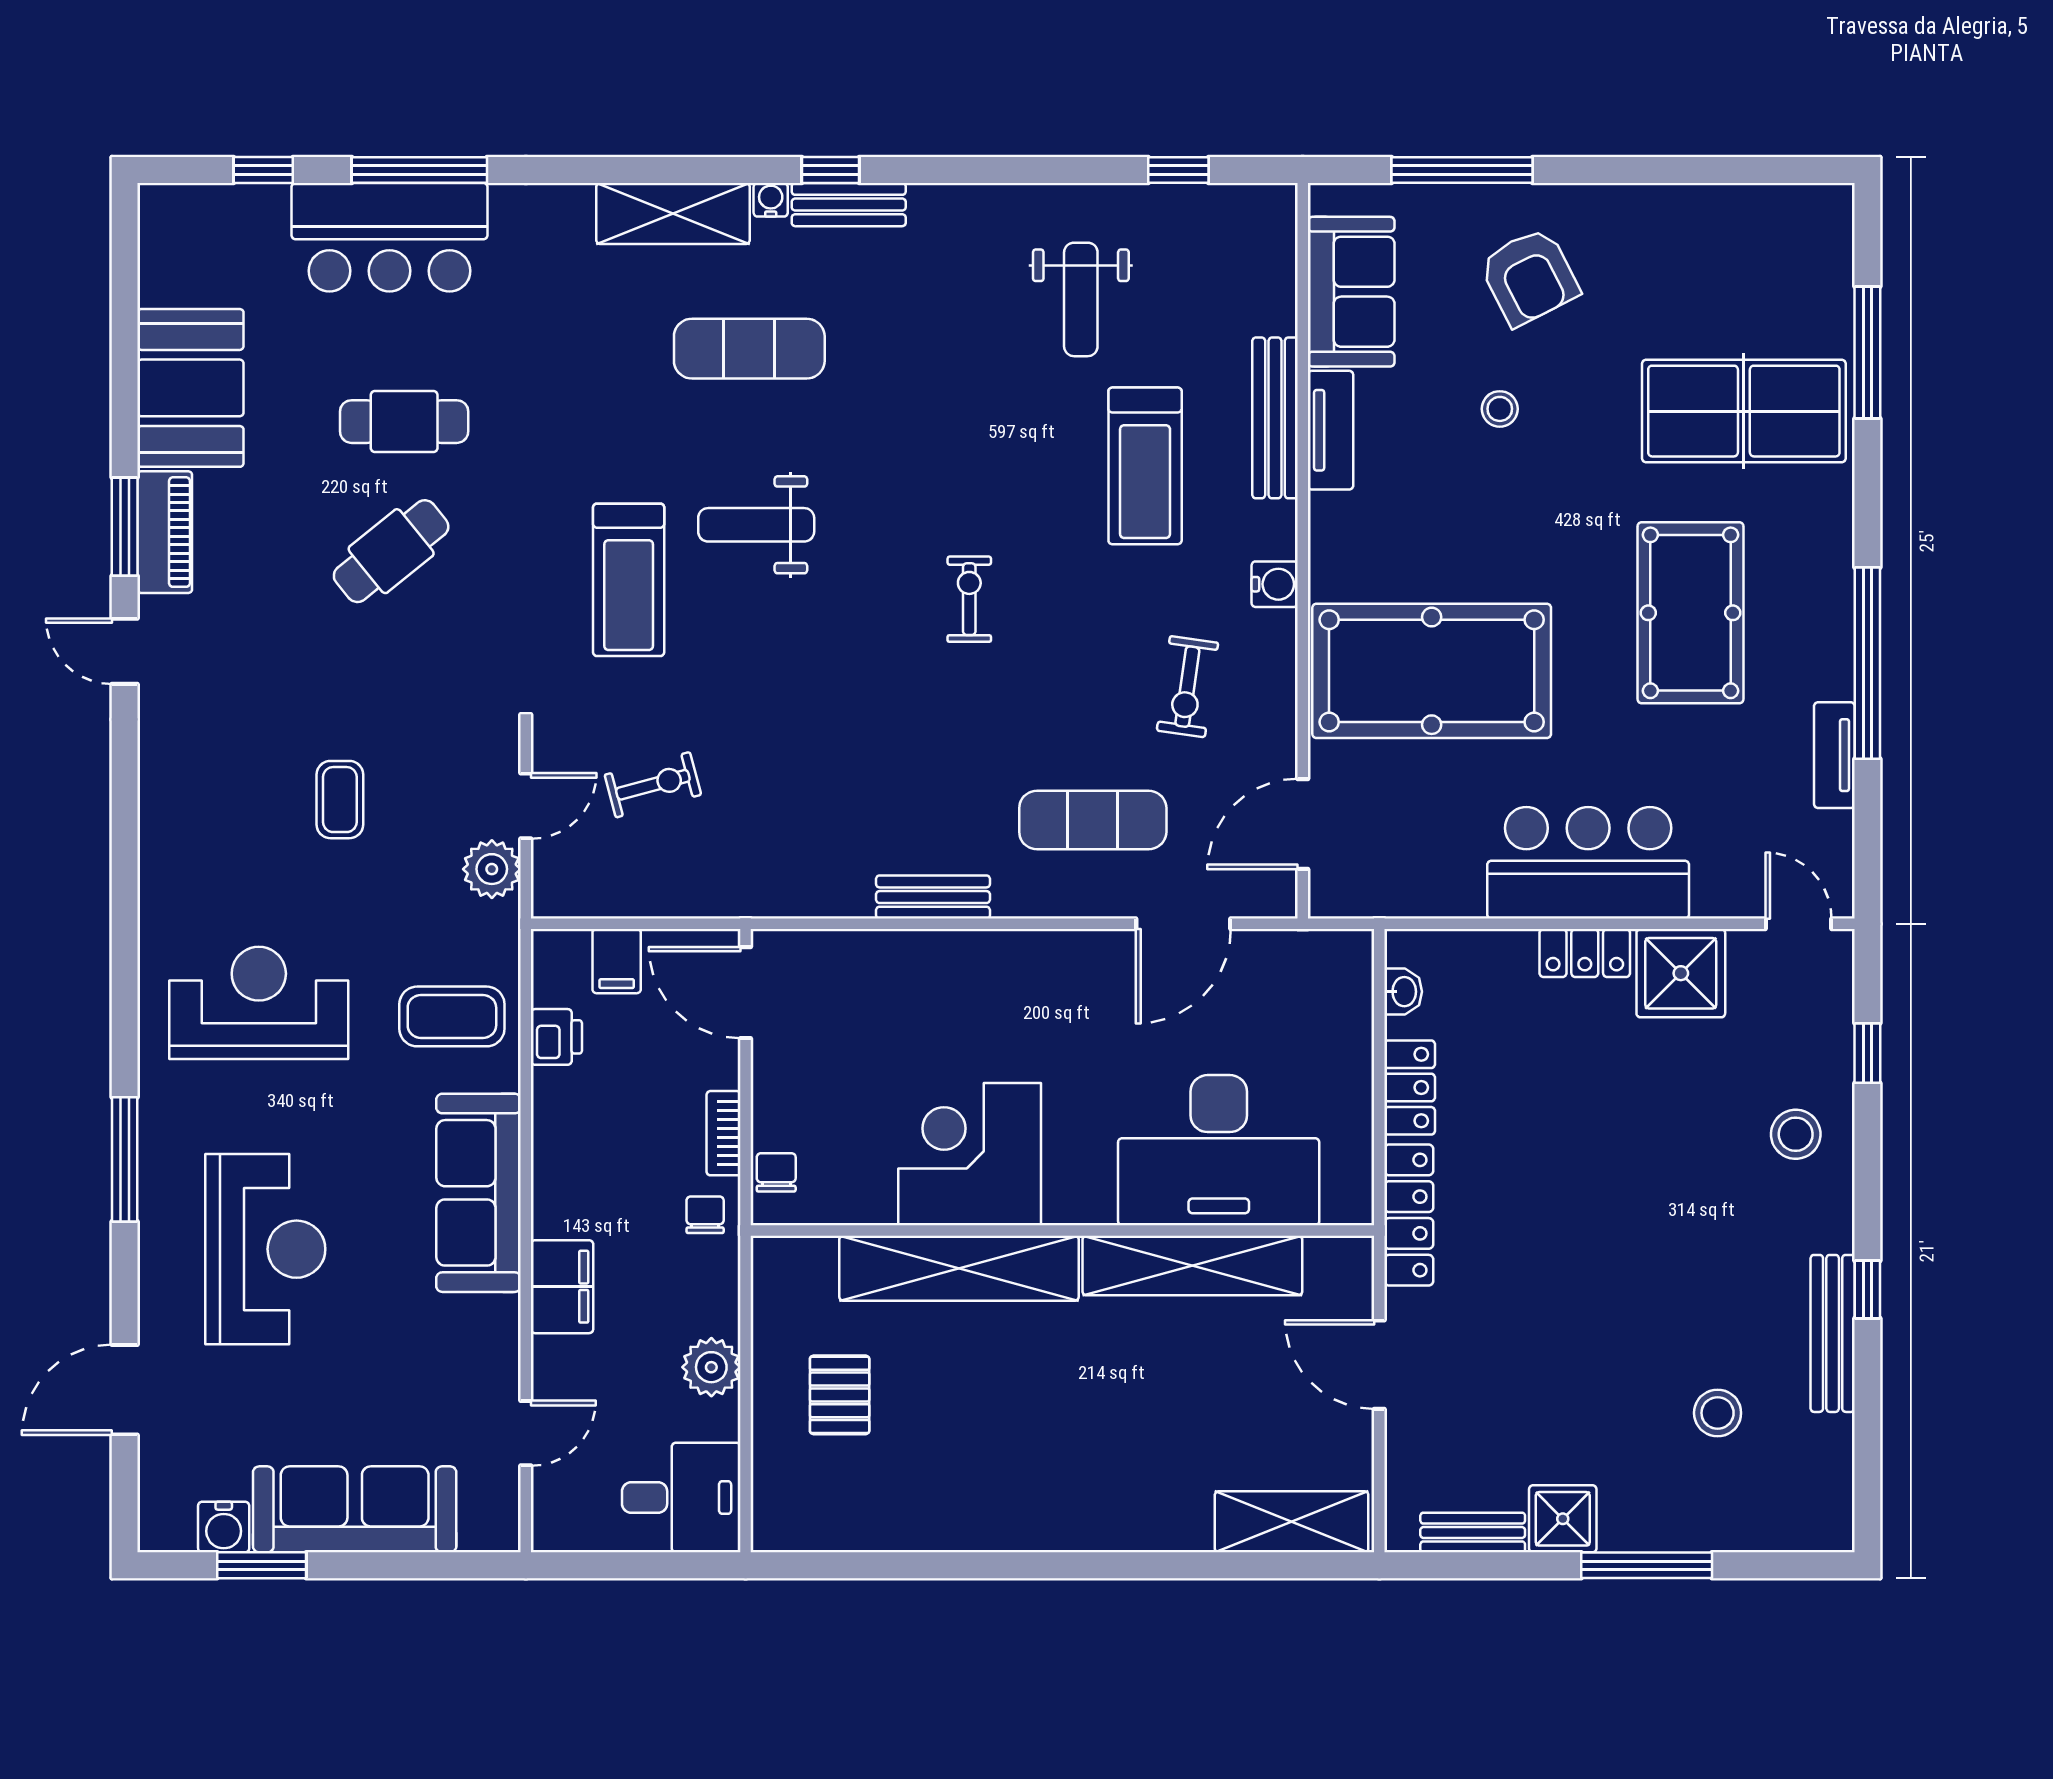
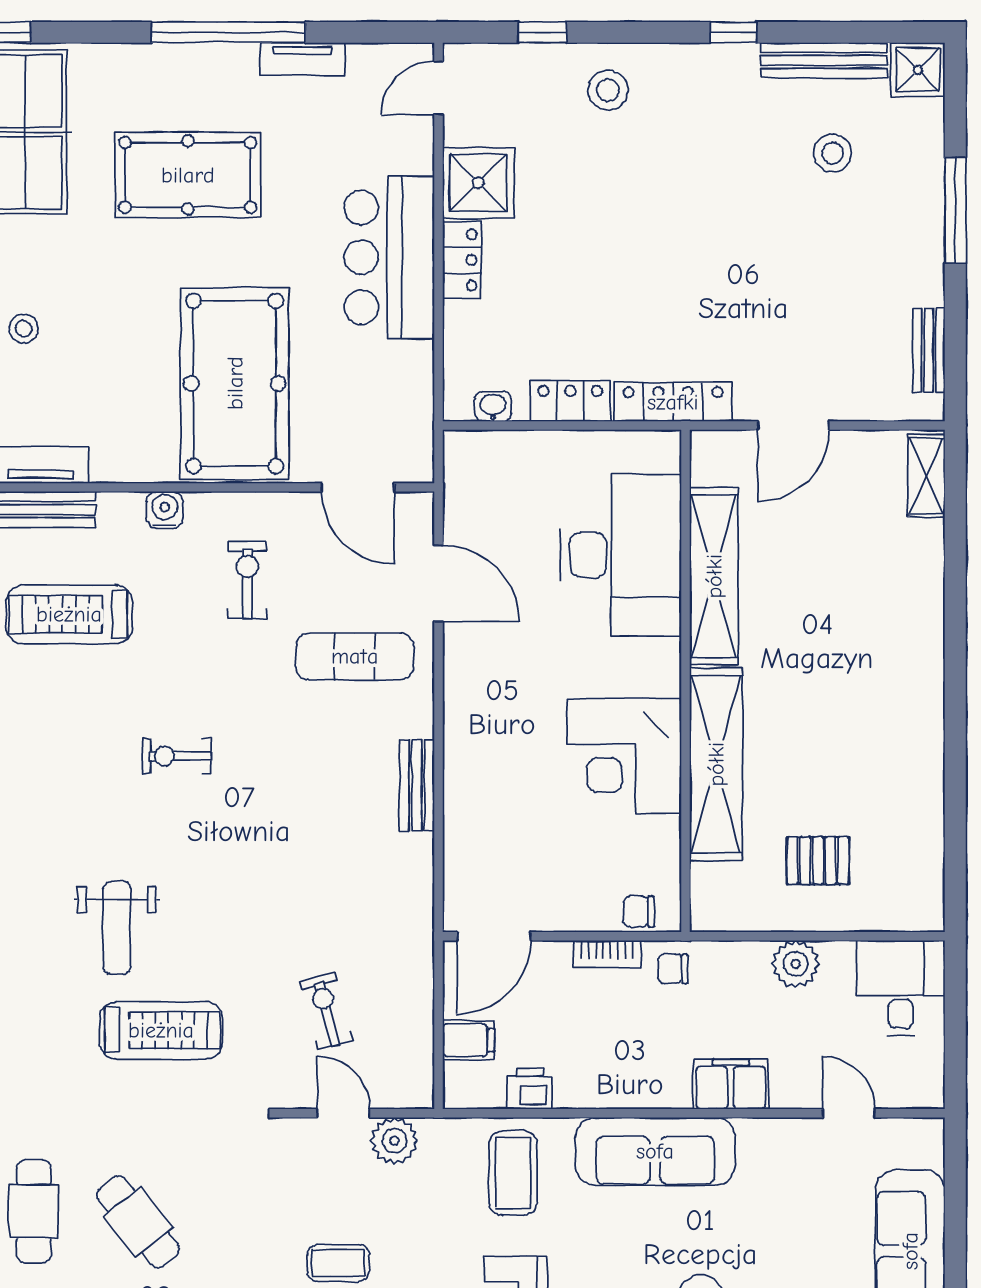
treadmill: (1145, 466) -> (69, 614), turned 180
exercise bike: (1187, 687) -> (247, 580), turned -98
exercise mat: (1093, 820) -> (355, 656), turned 90
bench: (1833, 1333) -> (824, 60), moved
shower: (1563, 1519) -> (918, 70), moved
shelving: (1292, 1522) -> (926, 476), width x0.67, depth x0.75

